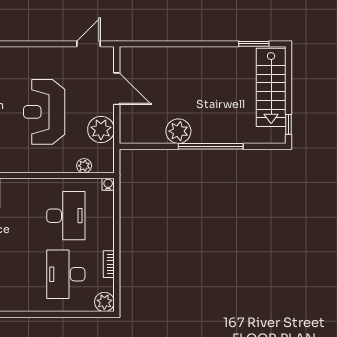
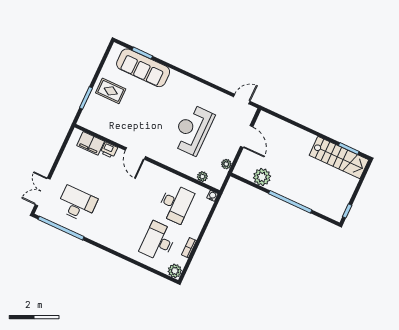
stairs: (271, 87) -> (339, 158), moved, turned -90
plant: (101, 130) -> (226, 164), width x0.53, depth x0.53
plant: (178, 131) -> (262, 177), moved

